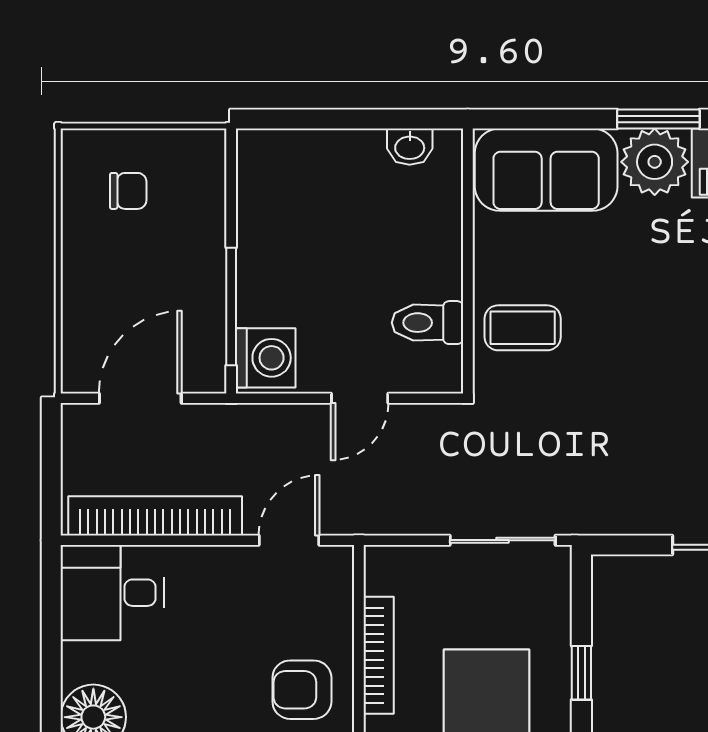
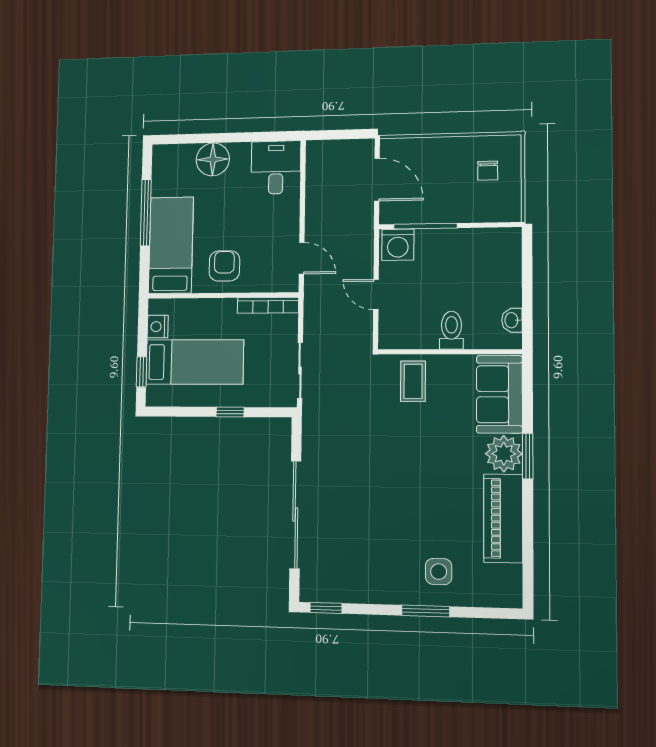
toilet: (428, 323) -> (451, 330), moved
bookcase: (155, 516) -> (315, 189), removed
bookcase: (379, 655) -> (268, 305), moved

